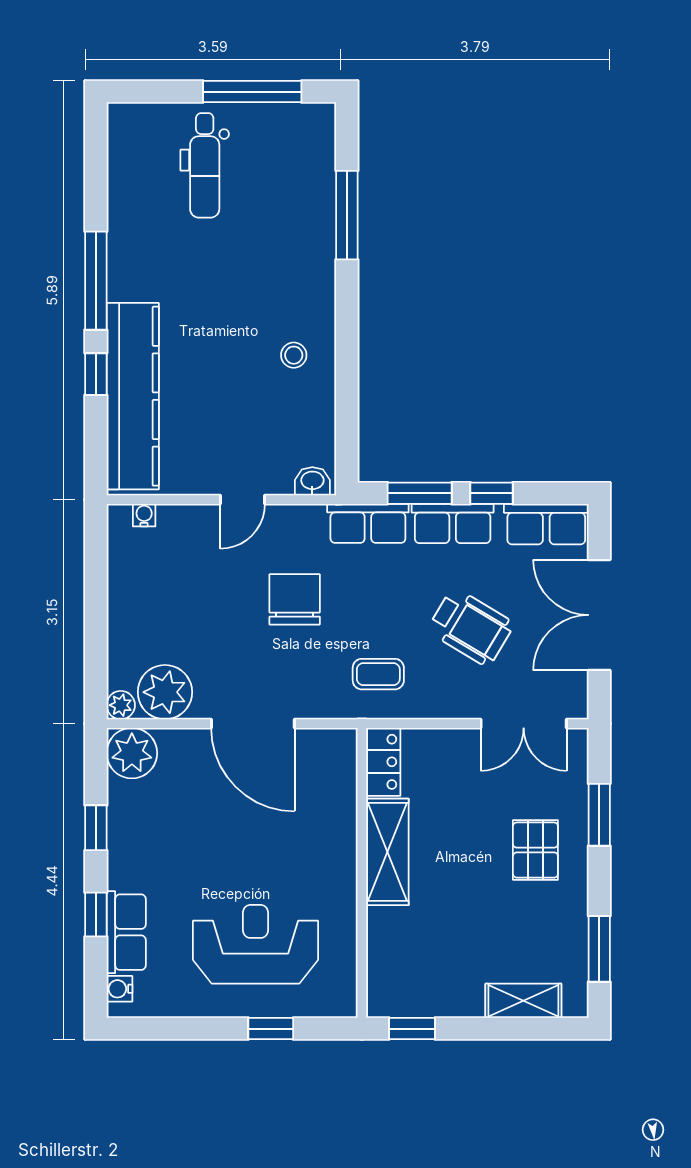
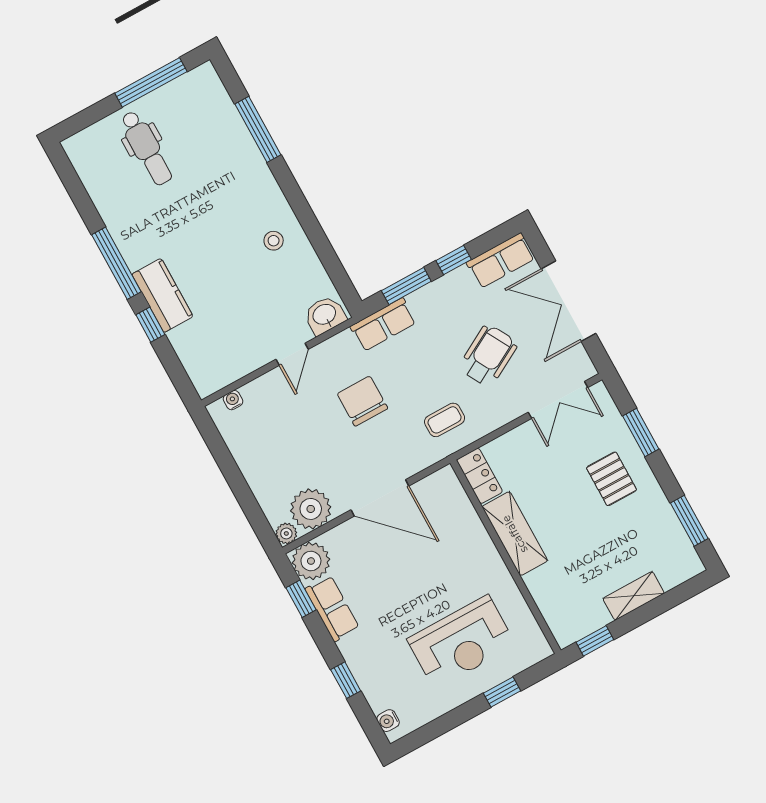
kitchen counter: (133, 396) -> (162, 295), width x0.48, depth x0.86
washbasin: (312, 481) -> (325, 315), width x1.38, depth x1.45
row of seats: (453, 524) -> (439, 294), removed
wheelchair: (471, 627) -> (488, 356), turned -60
window: (96, 828) -> (301, 599), moved
row of seats: (126, 932) -> (332, 609), moved
reception desk: (256, 944) -> (461, 642), turned 180
shelving: (523, 1001) -> (634, 596), moved

